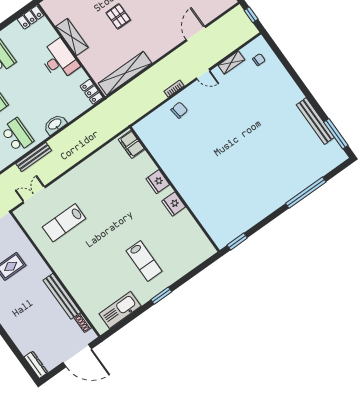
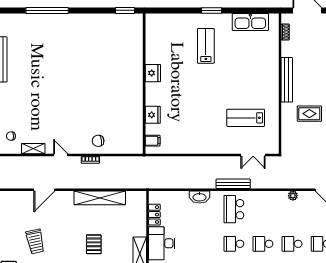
shelving: (125, 73) -> (100, 198), moved
locker: (91, 92) -> (154, 215), moved
filing cabinet: (131, 144) -> (153, 141), width x0.50
fridge: (158, 182) -> (153, 115), moved
lab bench: (64, 223) -> (246, 118), turned 180
bench: (62, 296) -> (287, 80), moved

